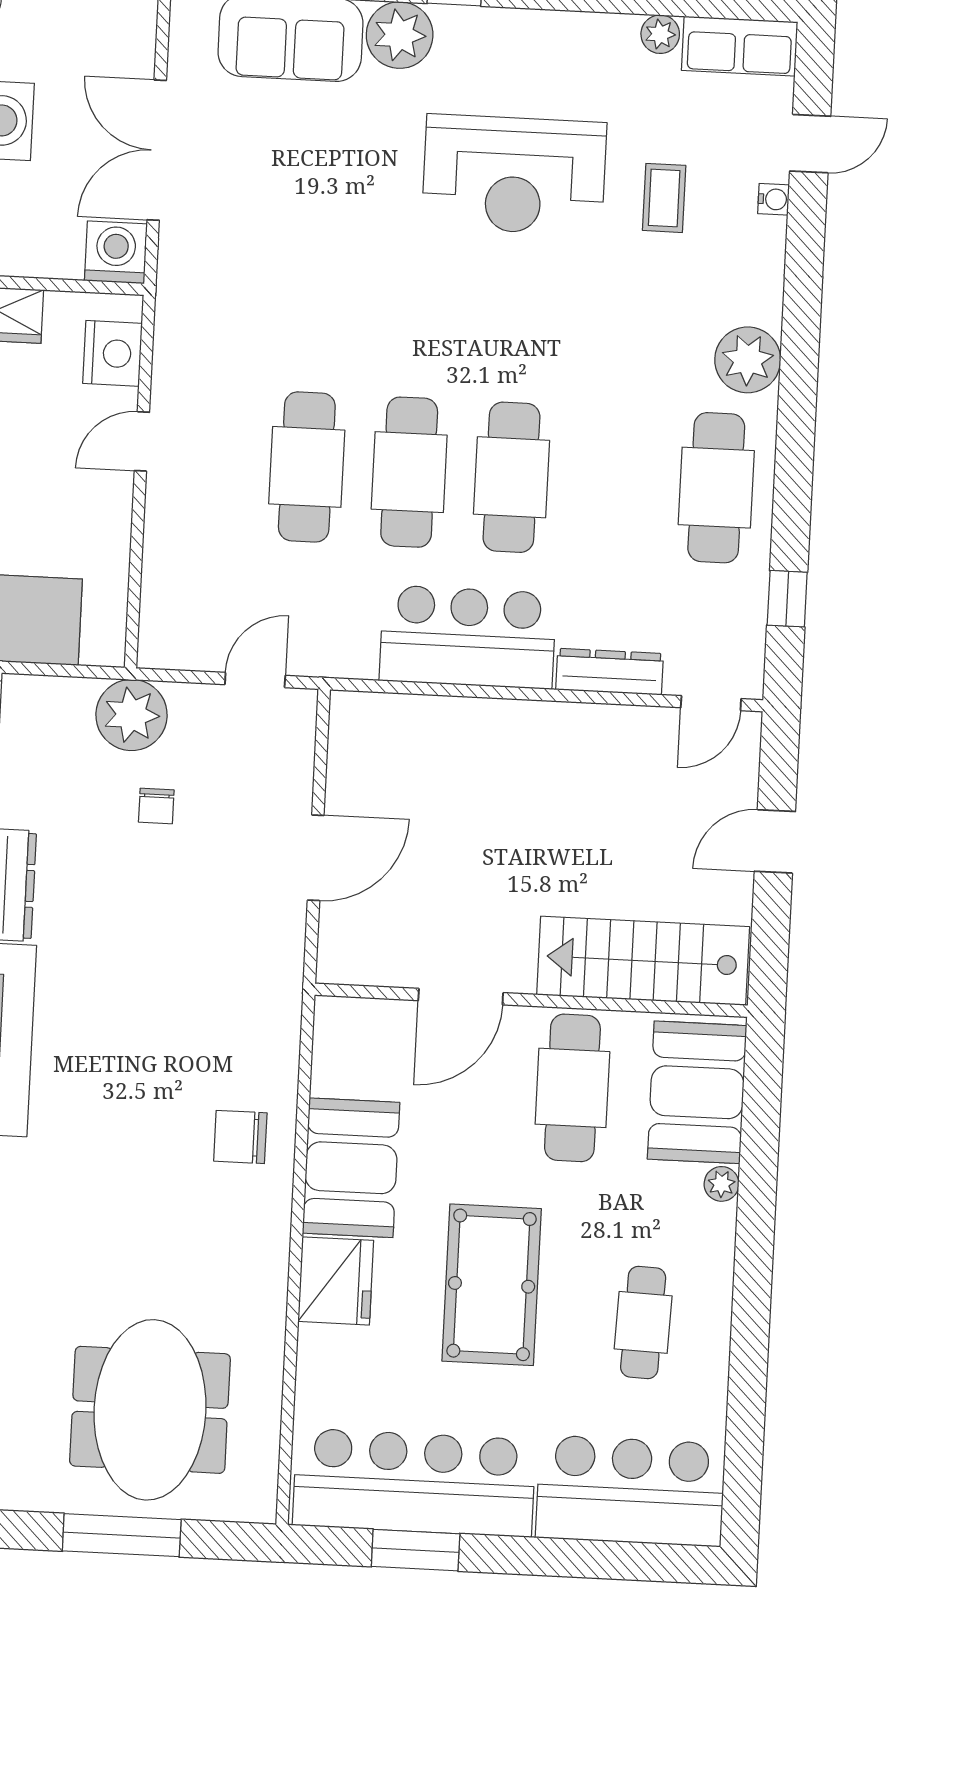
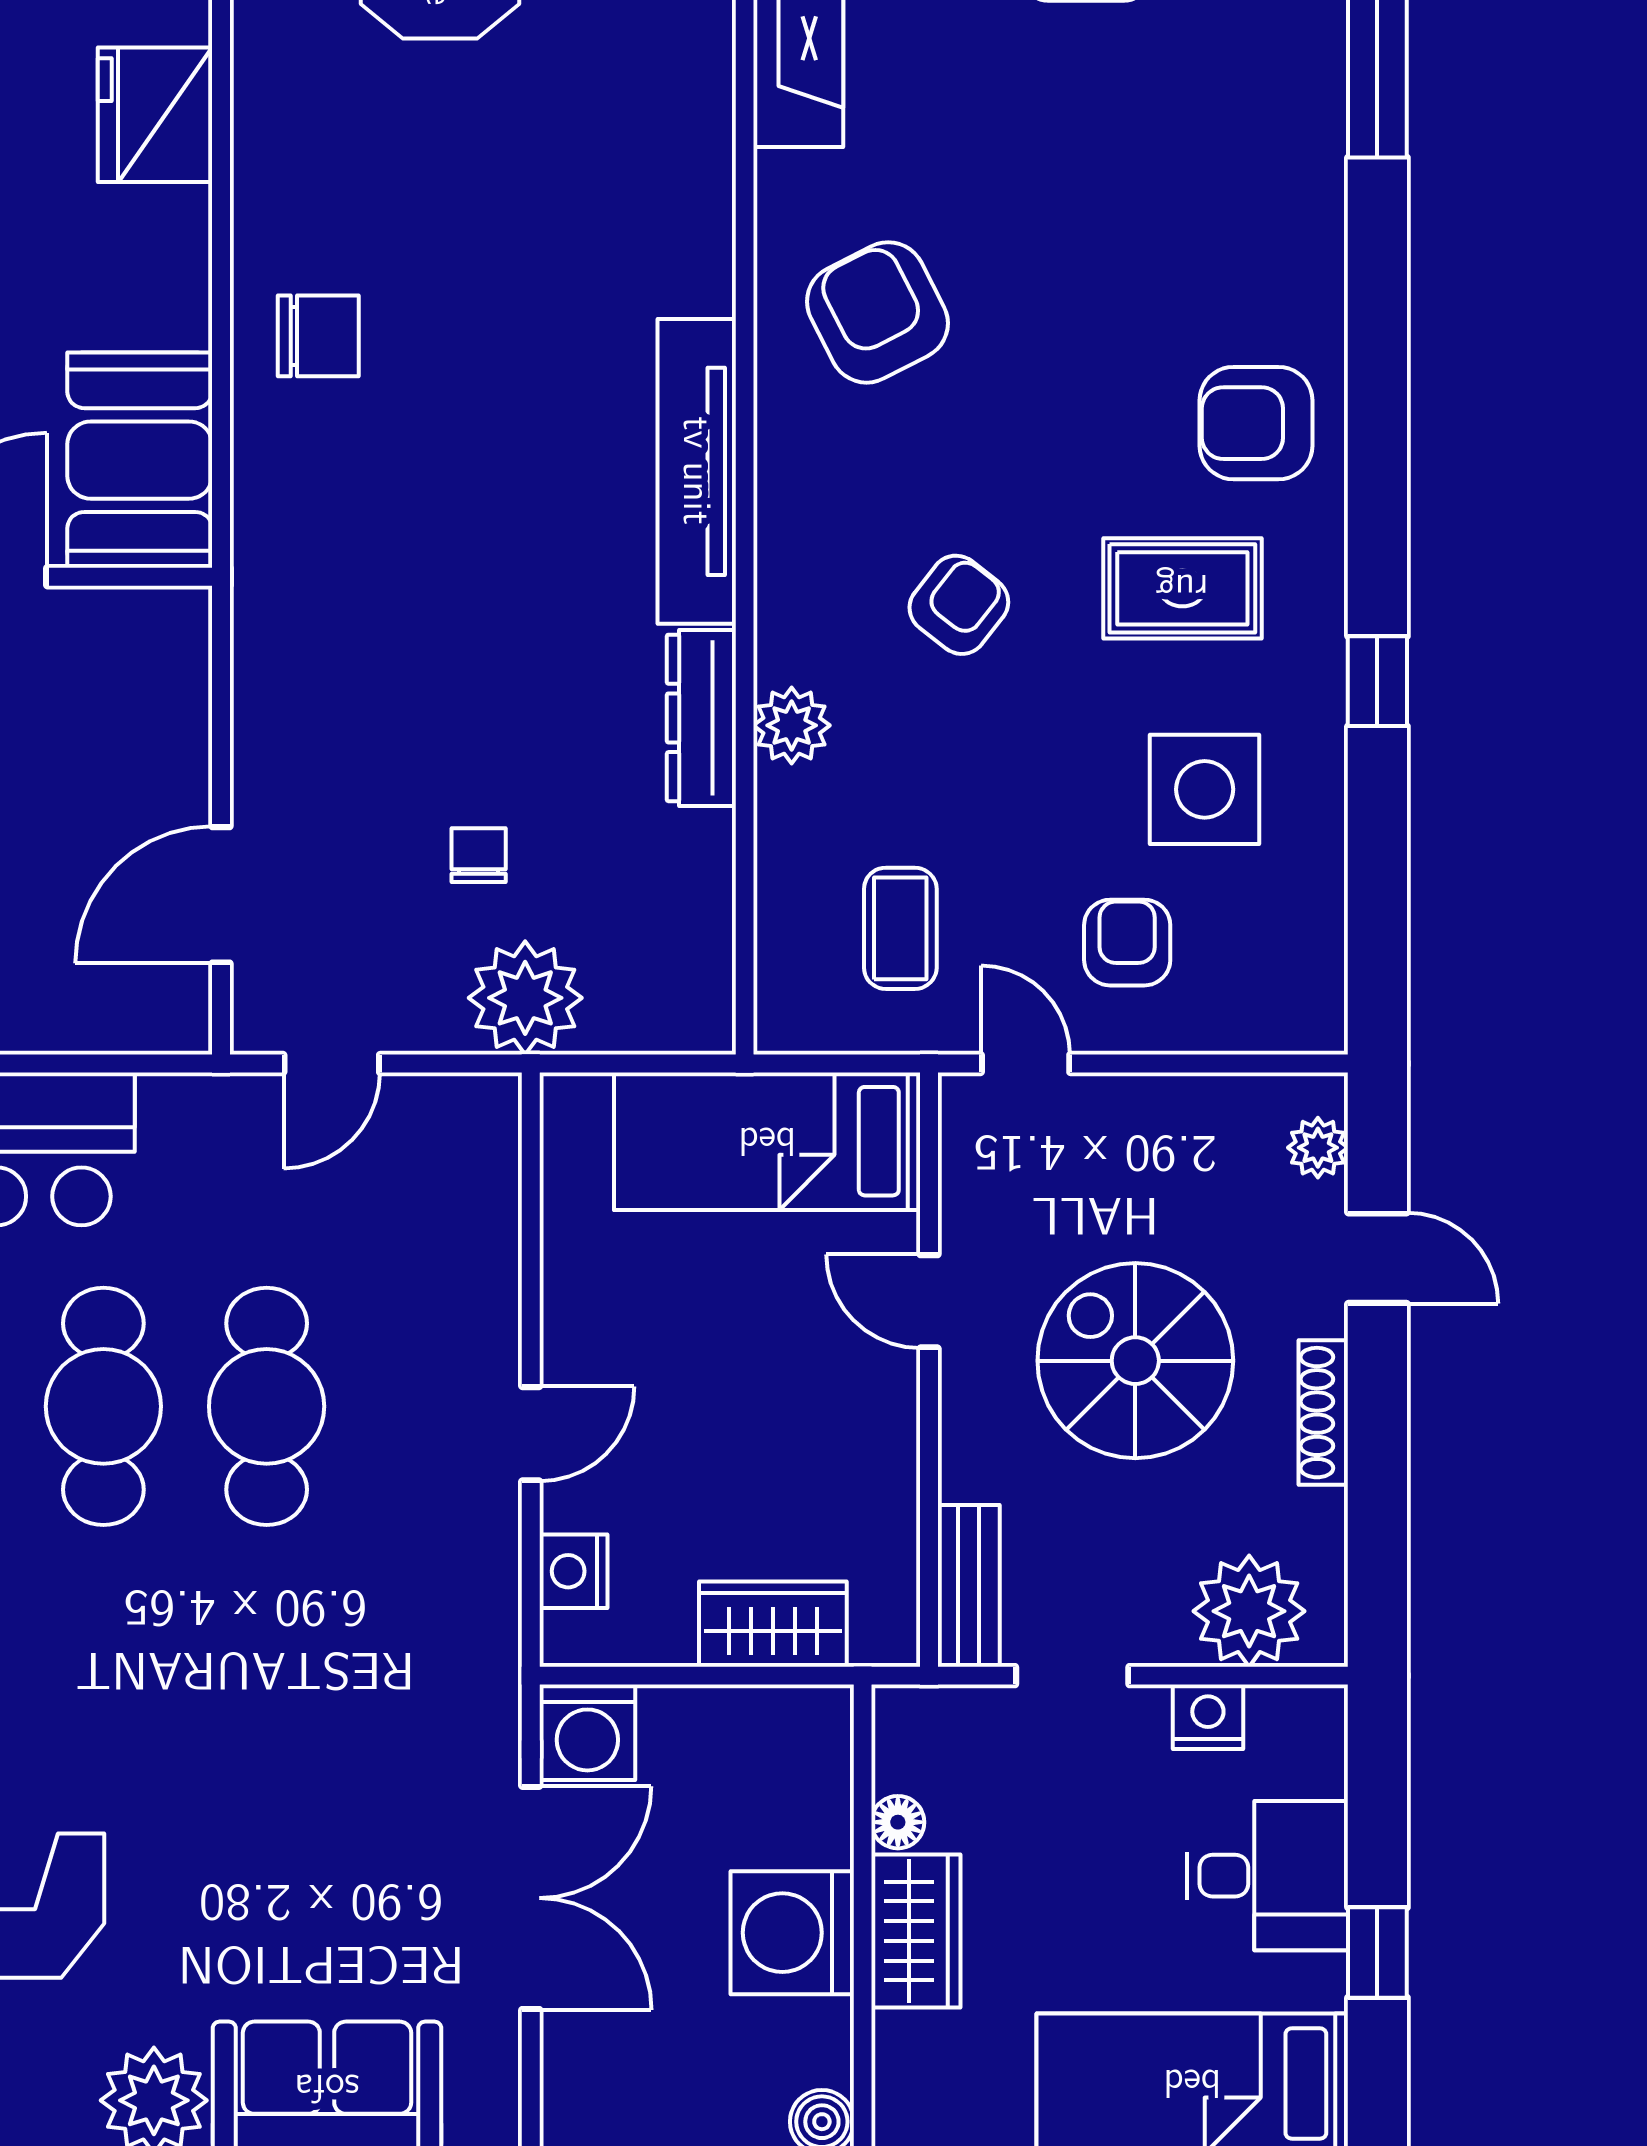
nightstand: (113, 353) -> (574, 1571), width x0.74, depth x0.75
door: (316, 858) -> (221, 895), moved
booth: (351, 1168) -> (140, 460), moved

